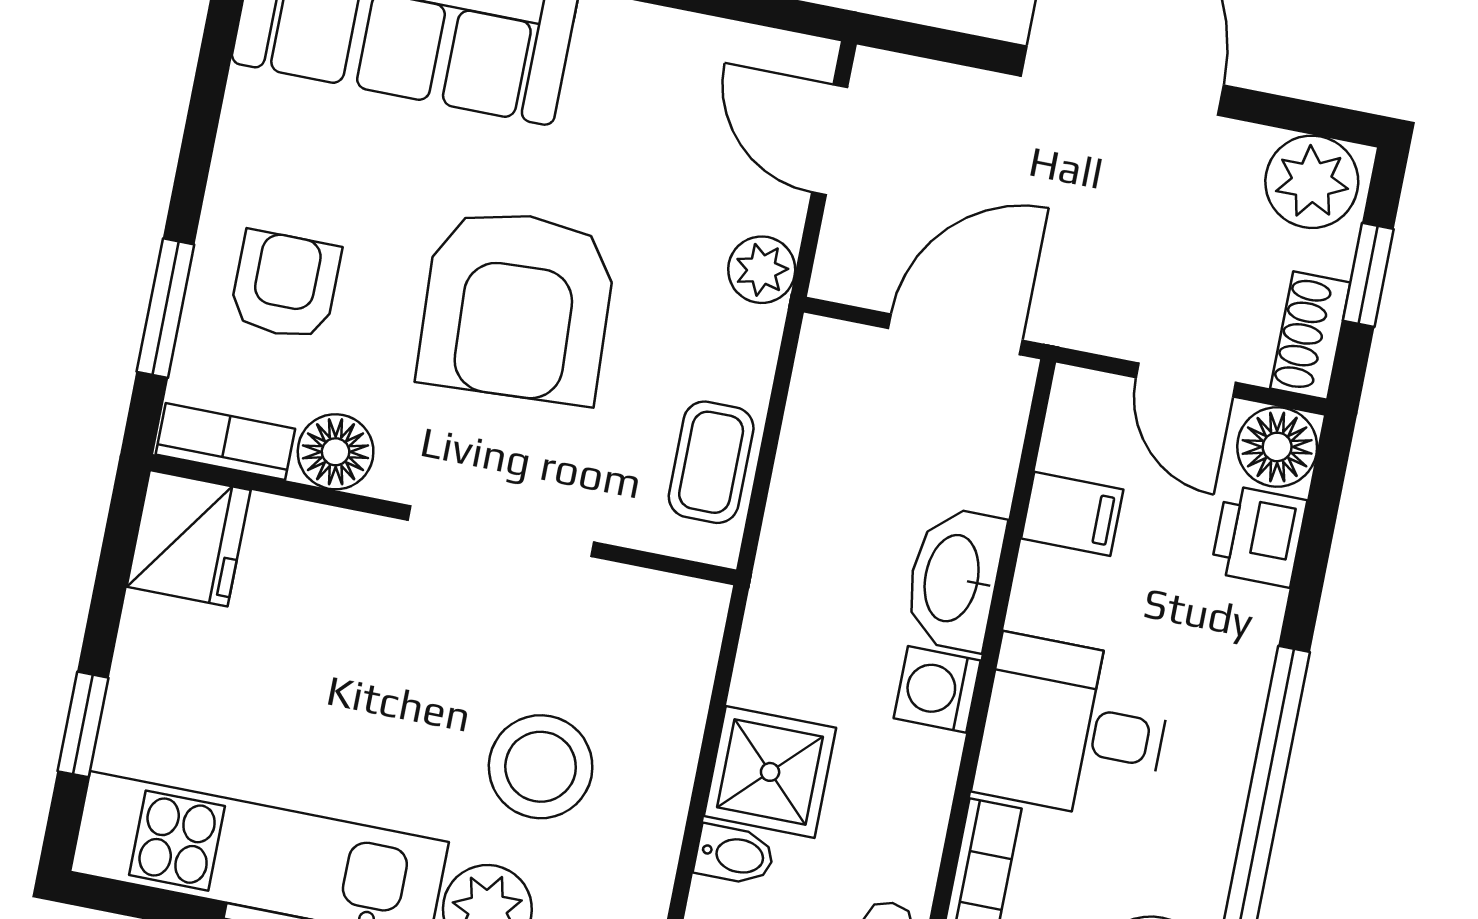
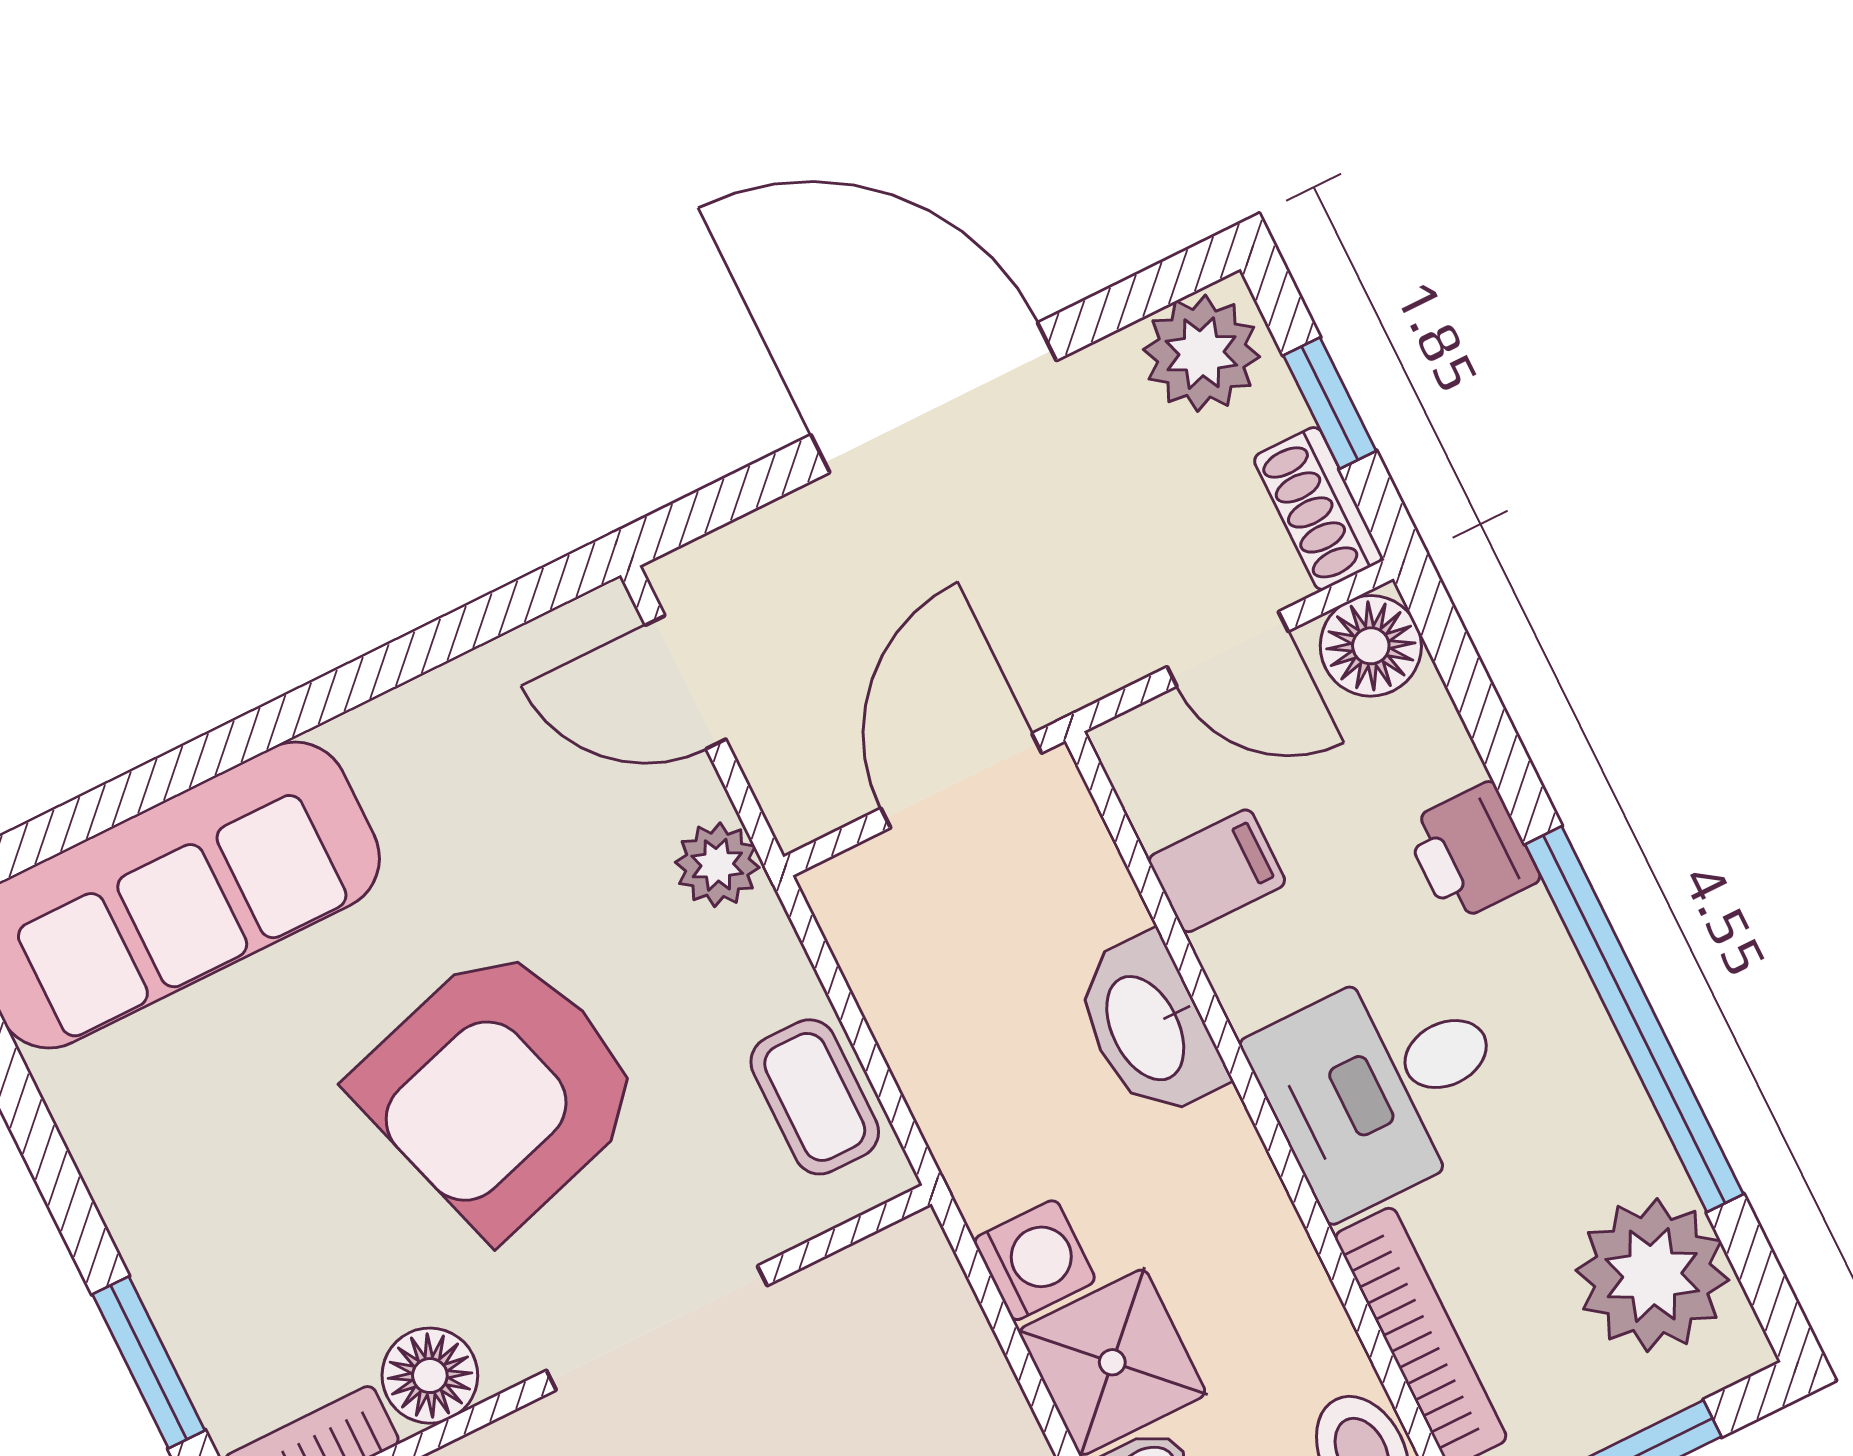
armchair: (285, 285) -> (251, 1247), removed
armchair: (517, 306) -> (499, 1089), turned 76
printer: (1259, 536) -> (1471, 852), moved
washing machine: (937, 689) -> (1035, 1260), moved, turned 180

